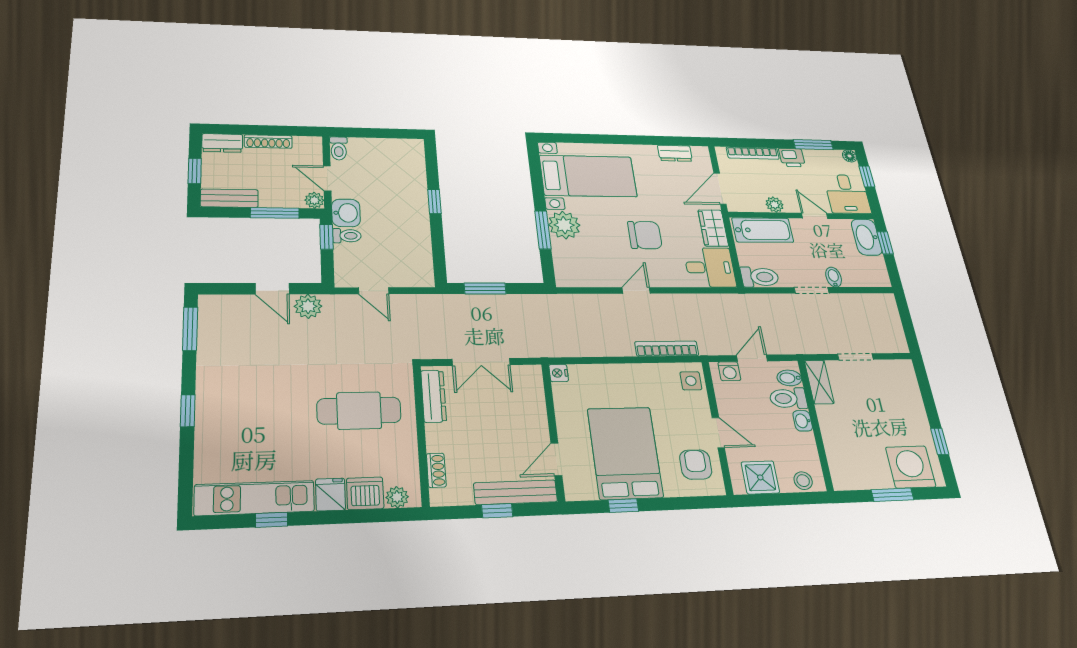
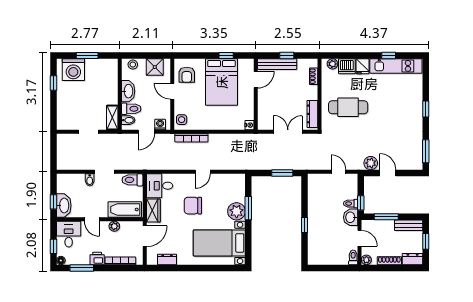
plant: (314, 200) -> (366, 260), moved
washbasin: (803, 421) -> (128, 91), width x1.91, depth x1.45

